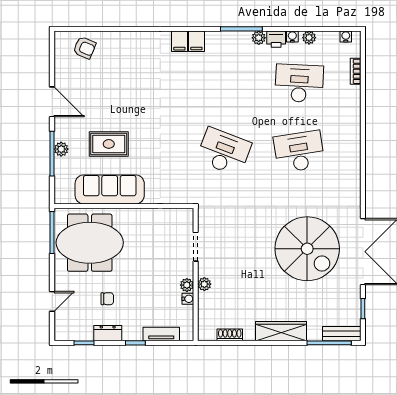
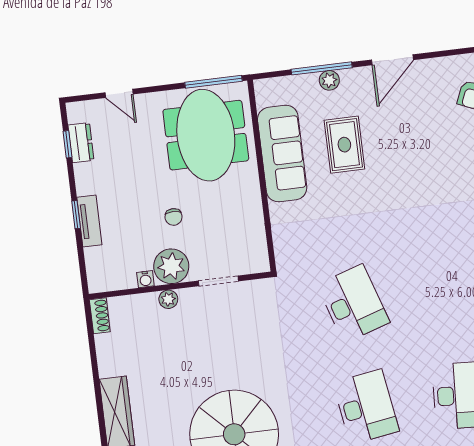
desk: (224, 152) -> (353, 304), turned -39
plant: (187, 285) -> (171, 266), width x1.87, depth x1.87
chair: (107, 299) -> (174, 217), moved
dresser: (108, 333) -> (81, 143), moved
tv unit: (161, 334) -> (89, 221), moved
shoe rack: (230, 335) -> (100, 316), moved

